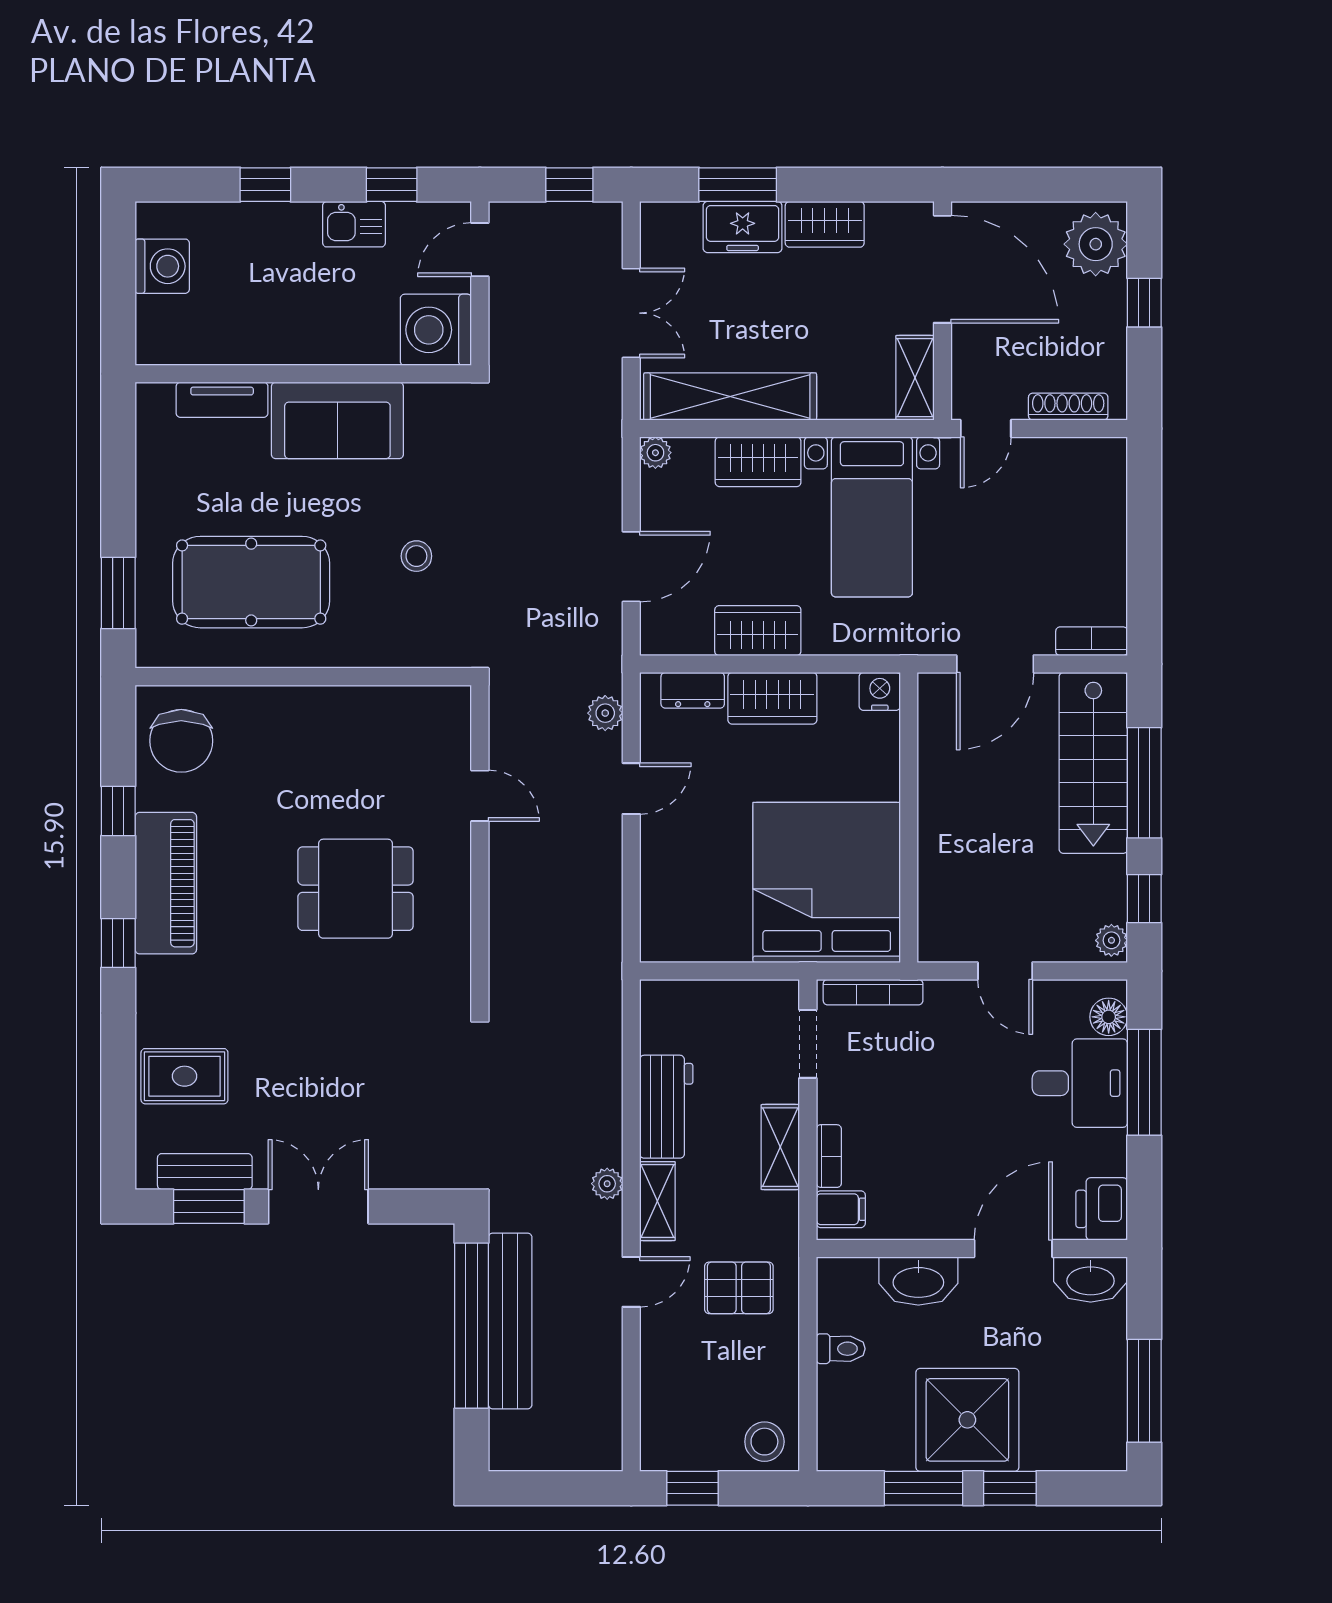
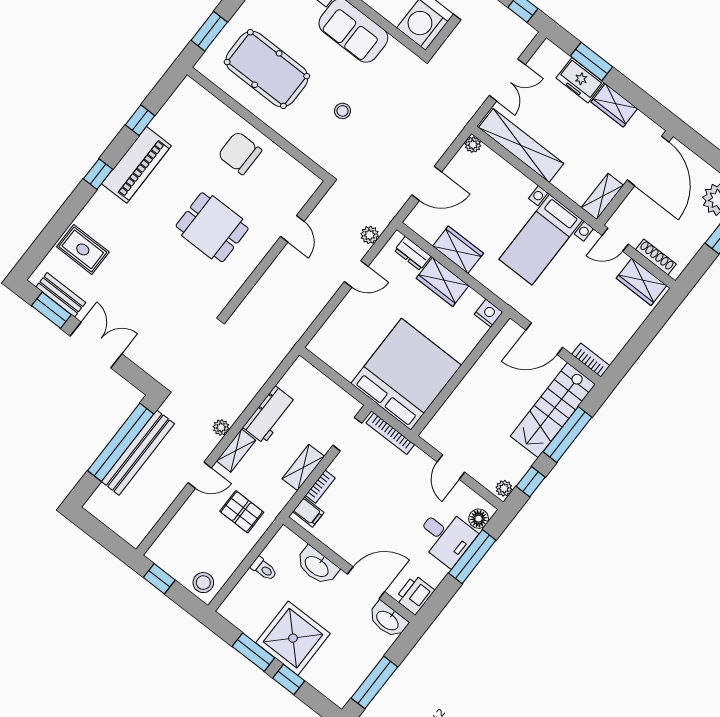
wardrobe: (758, 462) -> (641, 282), moved
chair: (181, 741) -> (240, 153), moved, turned 90

